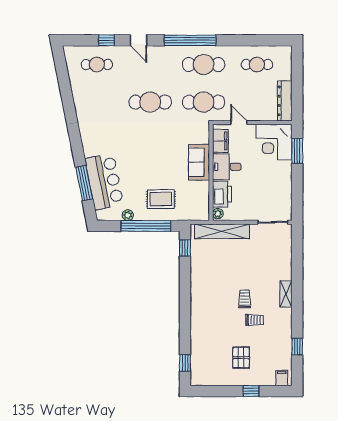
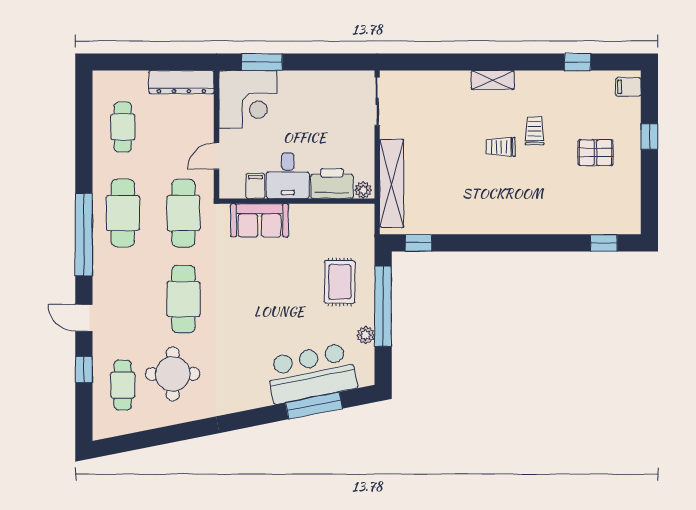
door: (139, 40) -> (84, 318), swing flipped
round table: (104, 95) -> (173, 374), added
filing cabinet: (220, 141) -> (255, 186), width x0.50
sofa: (199, 162) -> (260, 220), moved

